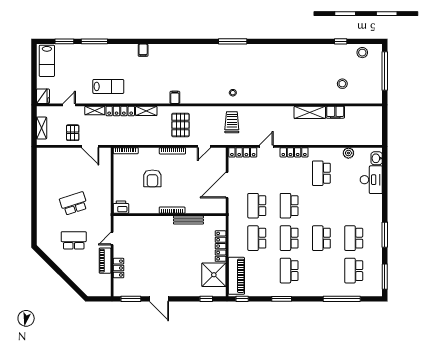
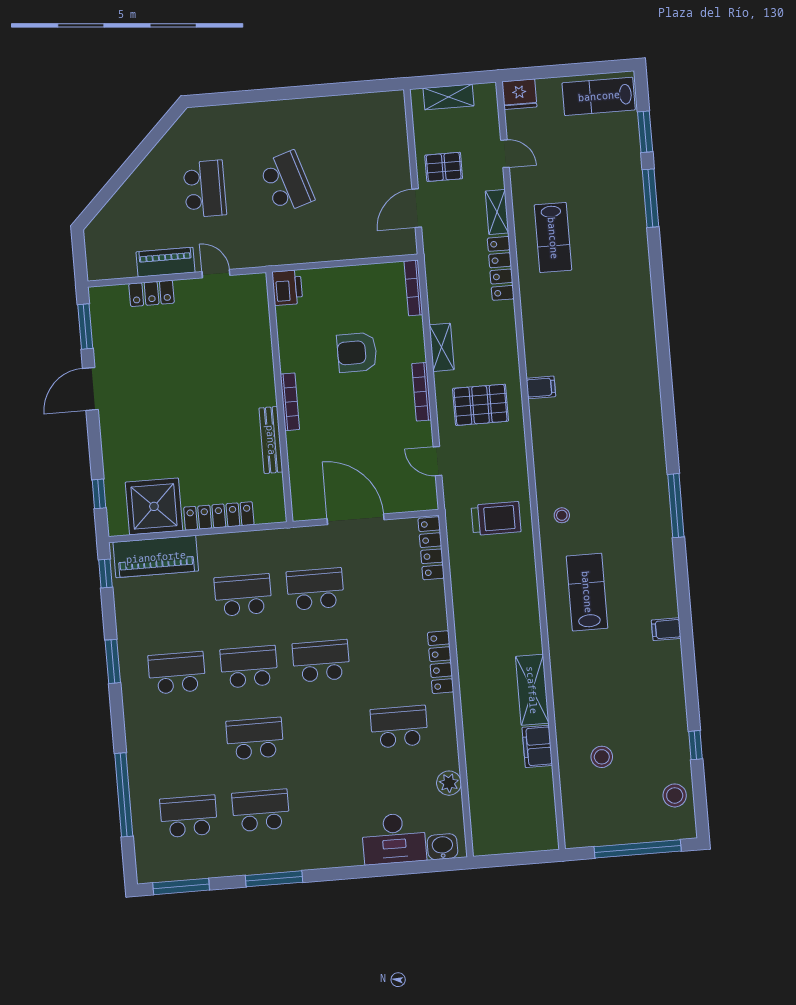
filing cabinet: (143, 50) -> (666, 629), moved
lab bench: (268, 84) -> (587, 592), added
shelving: (146, 111) -> (442, 347), moved
door: (266, 146) -> (449, 599), removed

